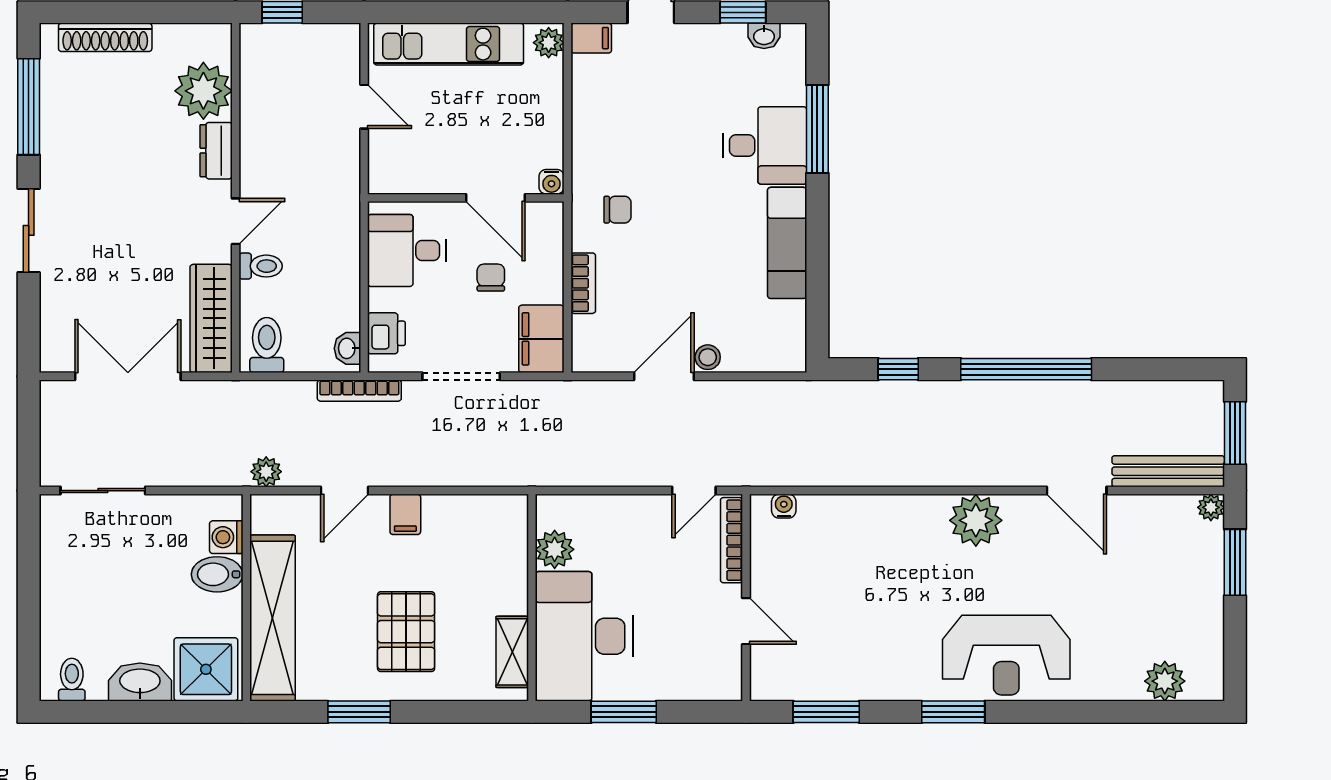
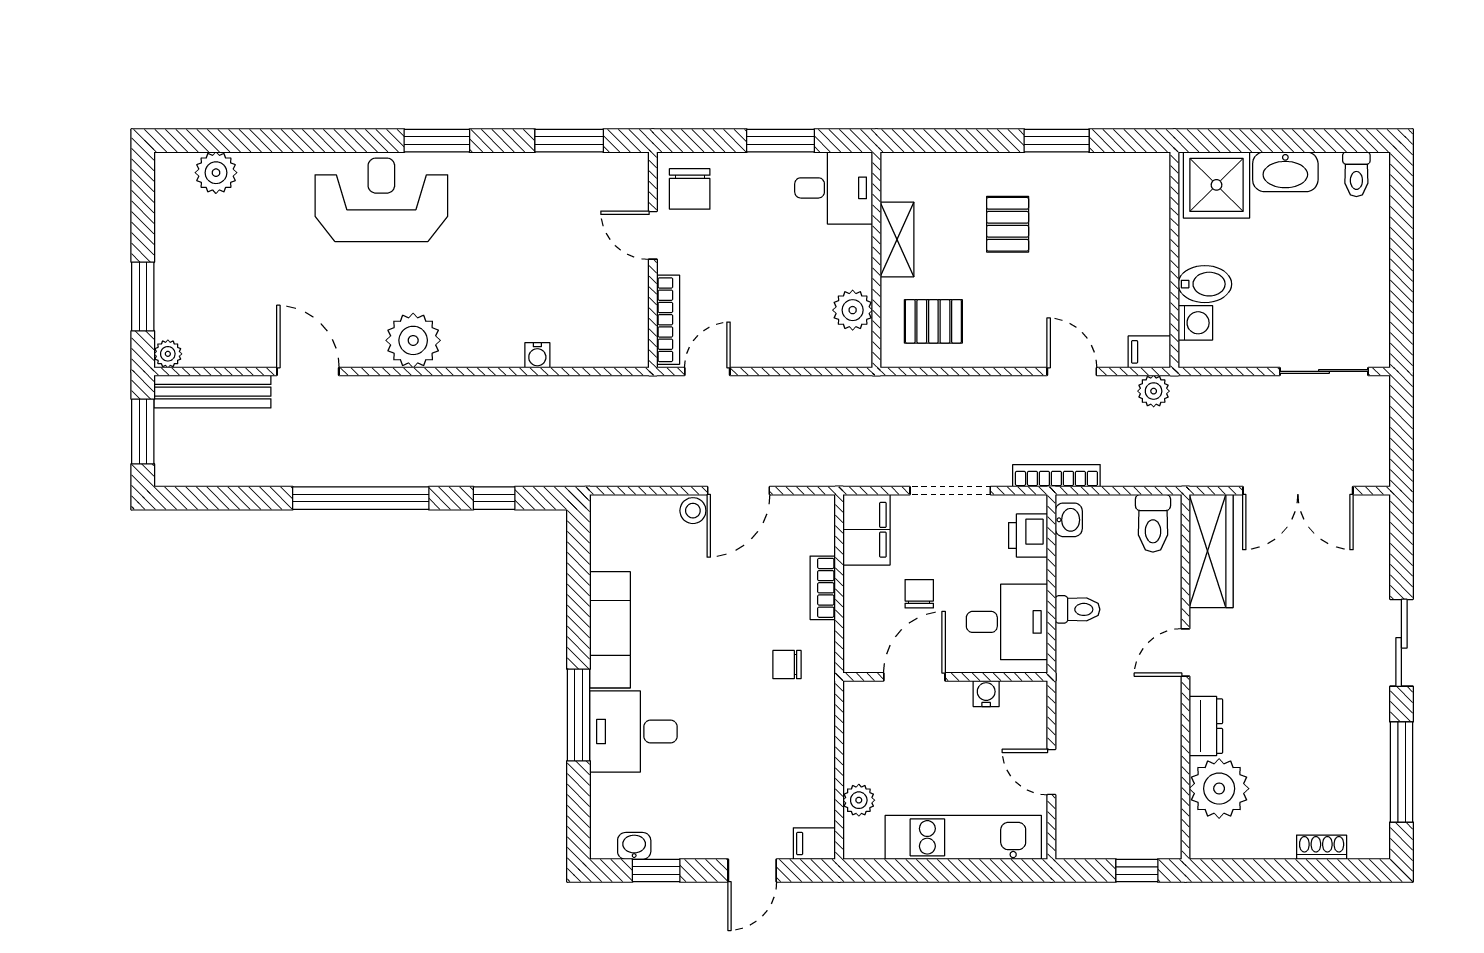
shoe rack: (105, 37) -> (1322, 847), width x0.51, depth x0.81
plant: (549, 43) -> (859, 800), moved
window: (817, 129) -> (578, 715), moved
water cooler: (551, 182) -> (986, 694), moved
door: (495, 198) -> (914, 677), hinge flipped
toilet: (261, 266) -> (1078, 609), moved, turned 180
chair: (491, 278) -> (919, 594), turned 180
door: (345, 491) -> (1072, 371), hinge flipped
water cooler: (784, 506) -> (537, 355), moved
filing cabinet: (405, 514) -> (1149, 352), moved, turned -90
pallet: (477, 539) -> (933, 321), added
shelving: (273, 618) -> (1147, 239), removed
pallet: (406, 632) -> (1008, 224), width x0.67, depth x0.71
desk: (584, 636) -> (834, 188), width x0.53, depth x0.77
shelving: (512, 652) -> (897, 239), moved
chair: (711, 665) -> (690, 189), added

